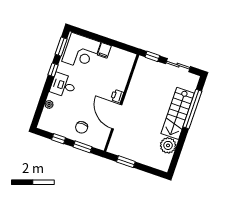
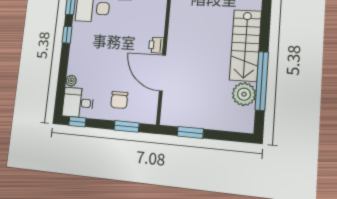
desk: (63, 85) -> (78, 103), moved
window: (192, 109) -> (262, 81), moved
window: (59, 139) -> (77, 122), moved

